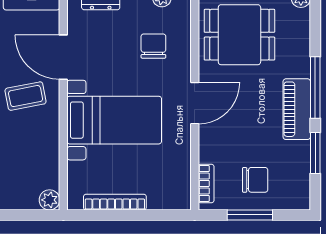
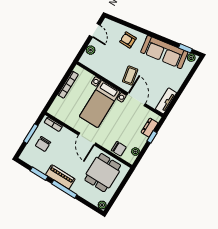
chair: (153, 46) -> (119, 149), moved
door: (63, 57) -> (136, 99), hinge flipped
plant: (49, 200) -> (91, 50), moved

